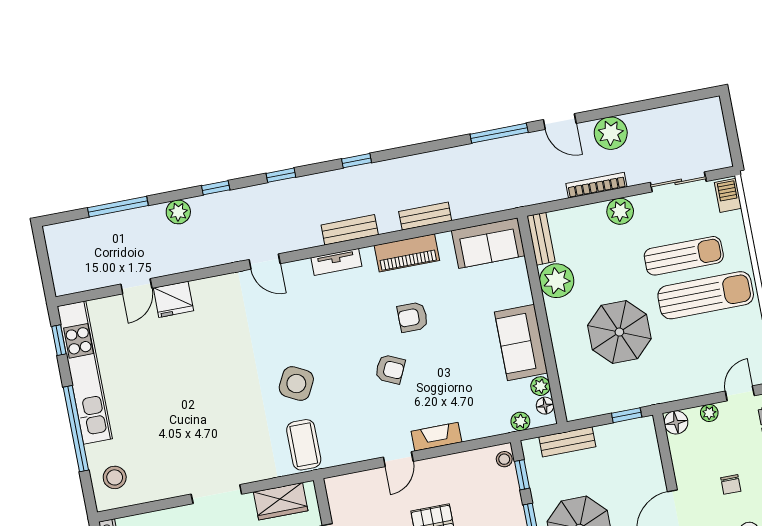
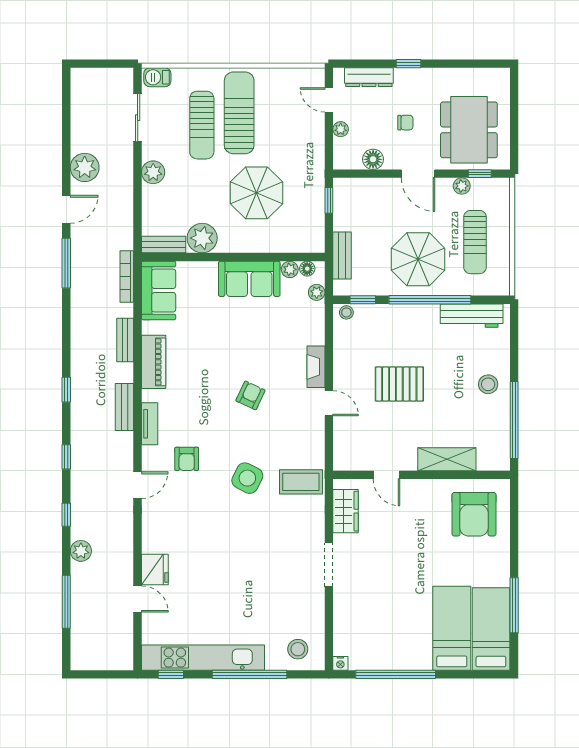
bookcase: (596, 185) -> (127, 277), moved
sun lounger: (684, 256) -> (202, 125), turned 180
armchair: (413, 317) -> (187, 459), moved
floor lamp: (676, 422) -> (373, 159), moved

